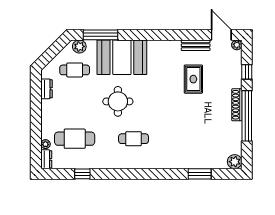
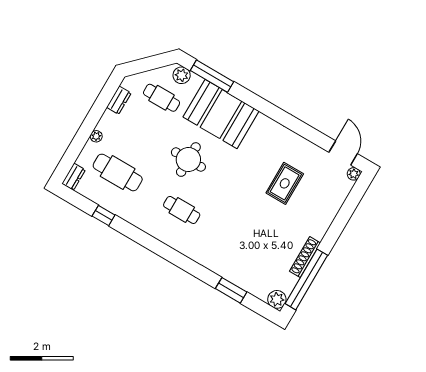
bench: (196, 45) -> (309, 148), removed
window: (247, 72) -> (347, 210), removed
shoe rack: (237, 105) -> (305, 257), moved
window: (247, 116) -> (306, 279), moved
plant: (45, 144) -> (96, 136), moved

